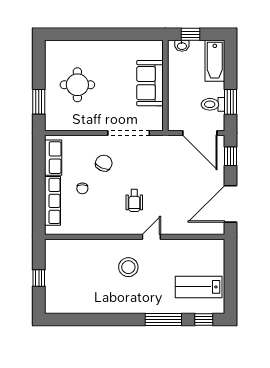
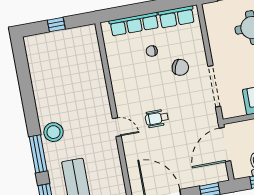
door: (200, 133) -> (225, 145), moved
wheelchair: (134, 201) -> (157, 118), moved
stool: (128, 267) -> (54, 132), moved

